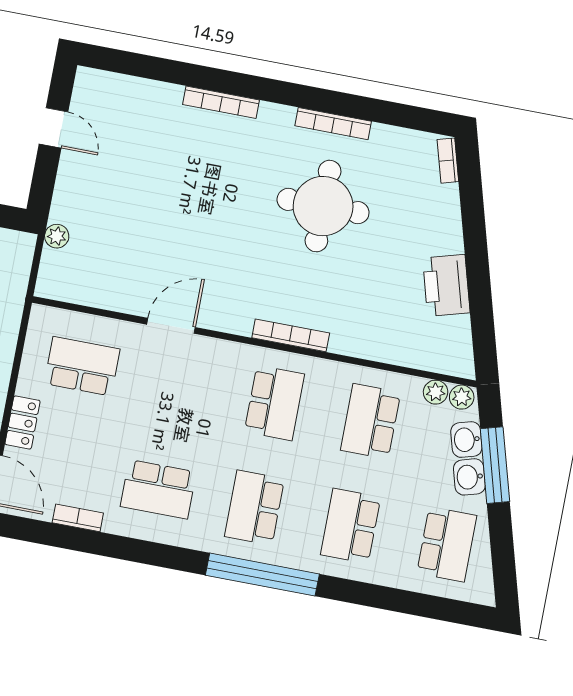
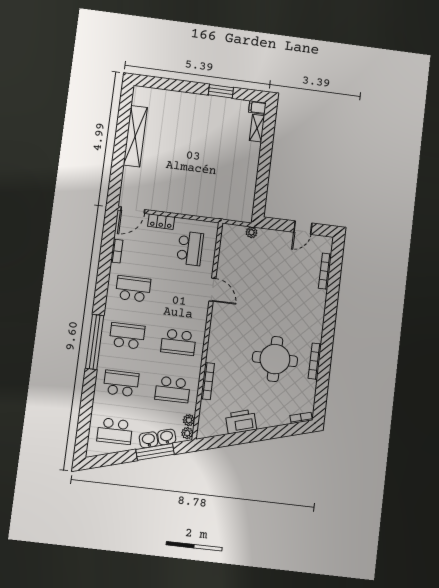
bookcase: (221, 102) -> (325, 271), moved
bookcase: (291, 335) -> (208, 381), moved
school desk: (371, 421) -> (173, 389), turned 180
school desk: (158, 489) -> (133, 289), turned 90

